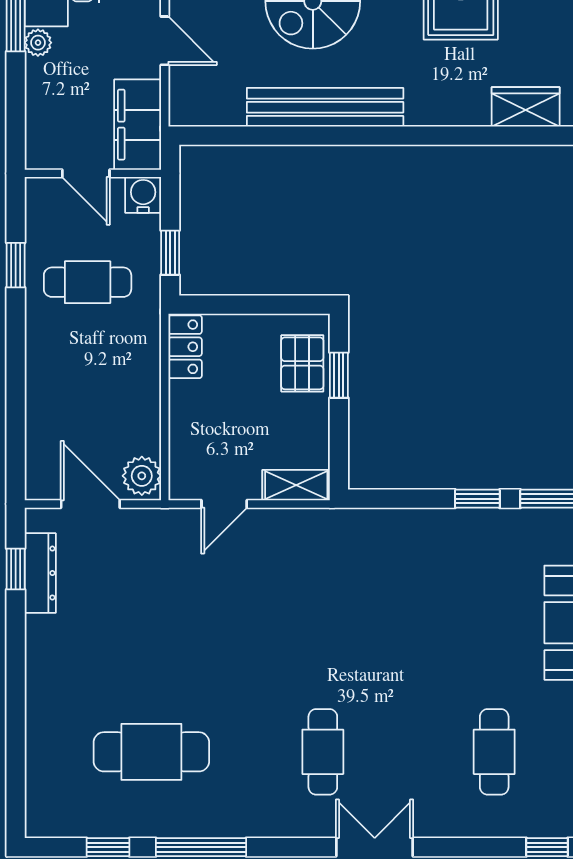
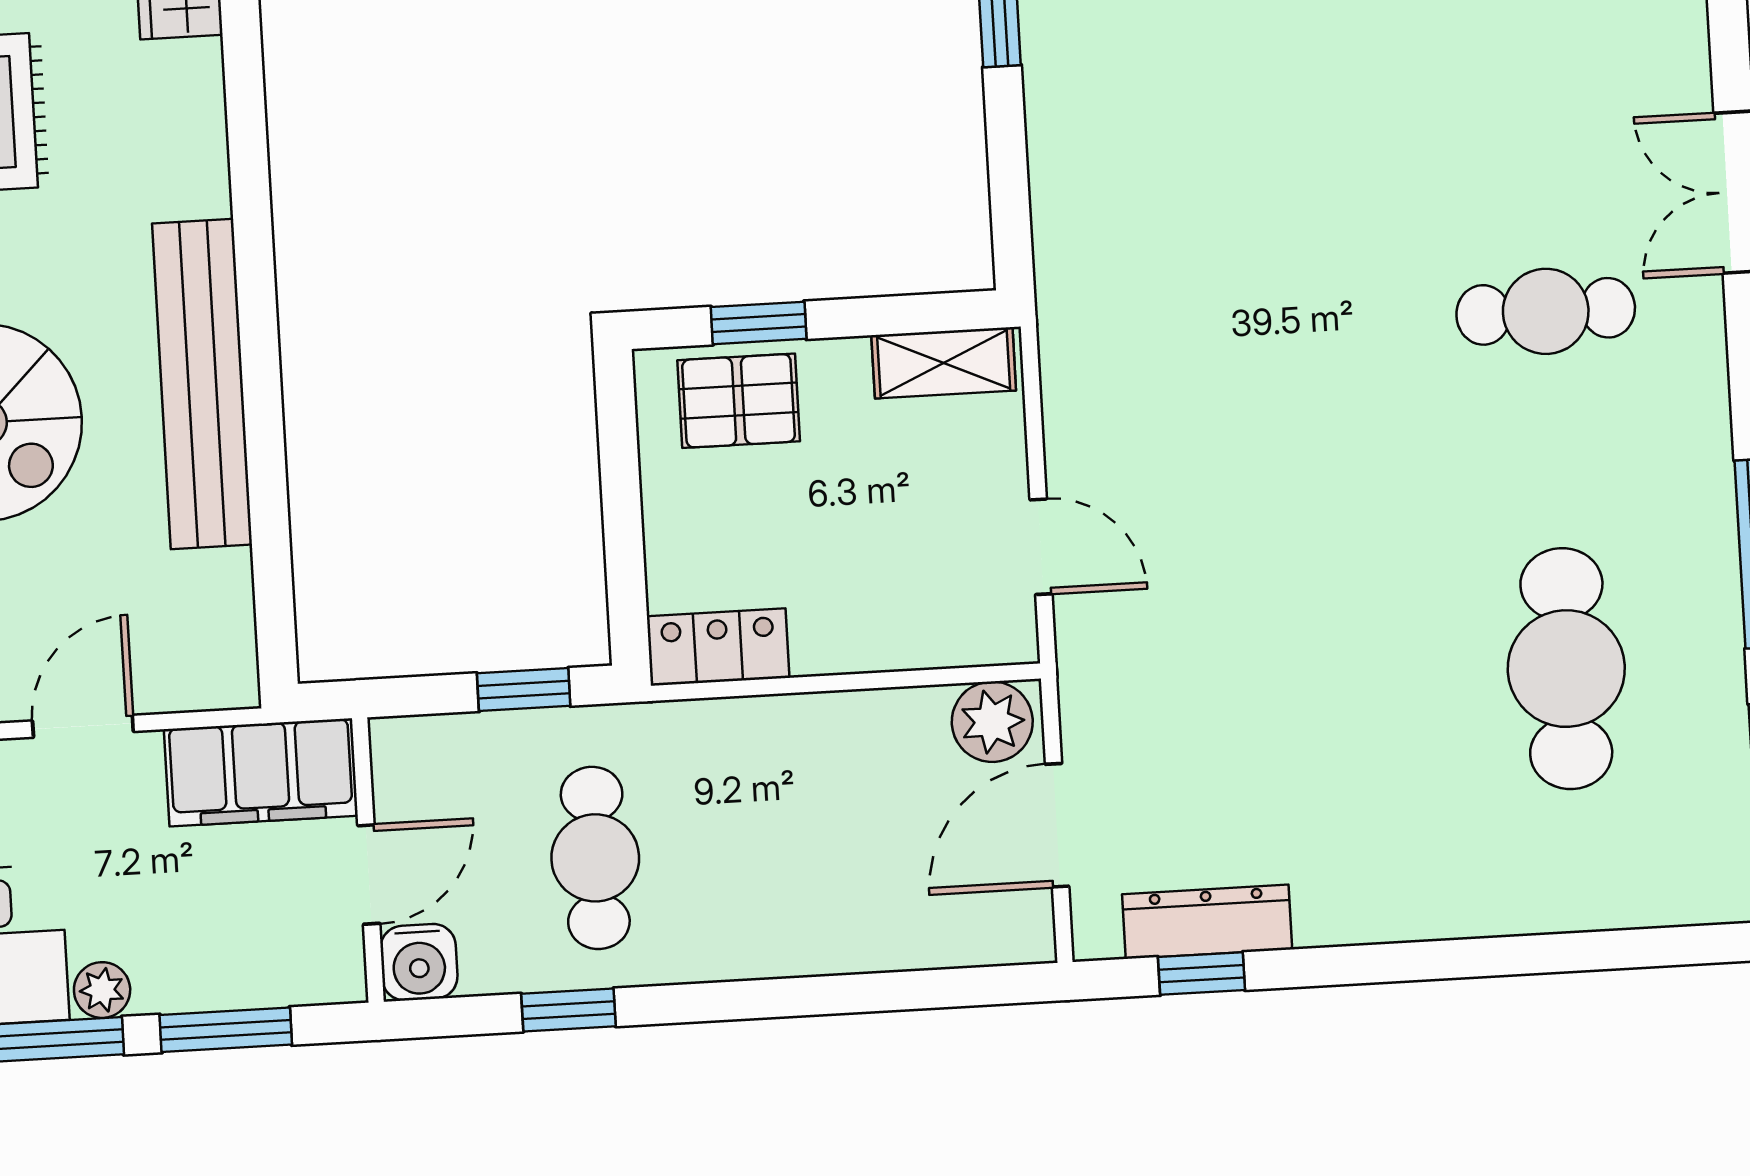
window: (16, 101) -> (226, 1030), added
water cooler: (143, 195) -> (419, 962), moved, turned -90
shelving: (296, 485) -> (944, 363), moved, turned 90

